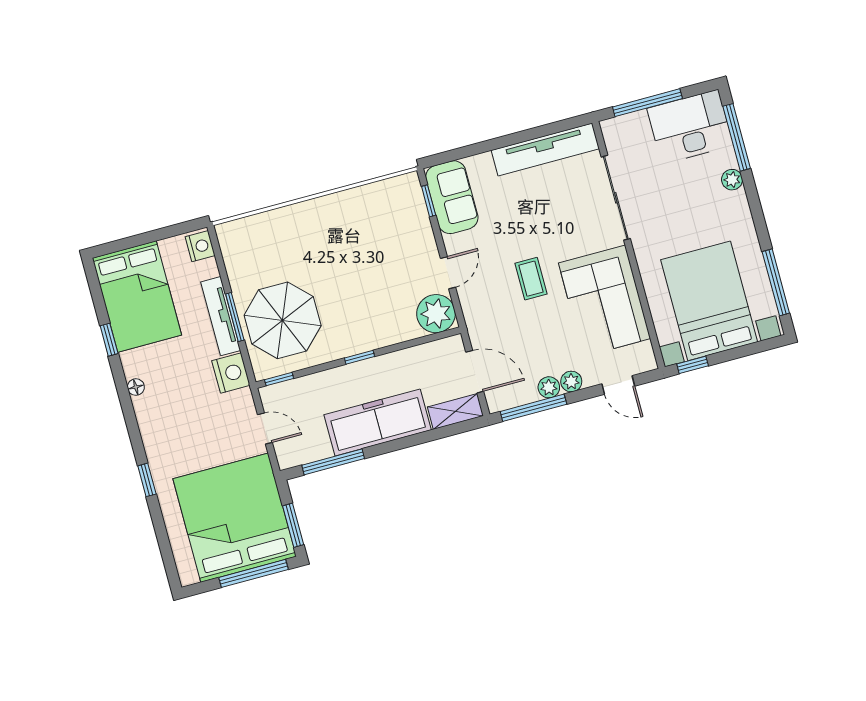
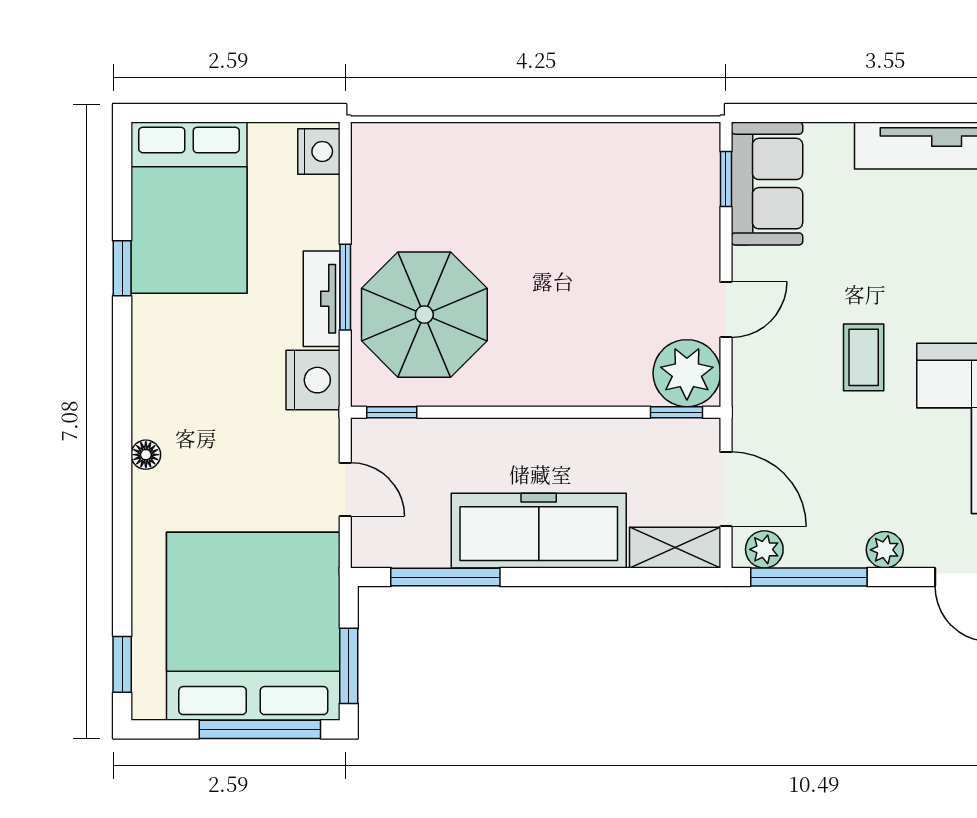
tv unit: (221, 316) -> (322, 299), width x0.71
window: (359, 357) -> (676, 412), moved
floor lamp: (136, 387) -> (146, 455), moved
plant: (549, 387) -> (764, 549), moved
window: (147, 480) -> (122, 664), moved

